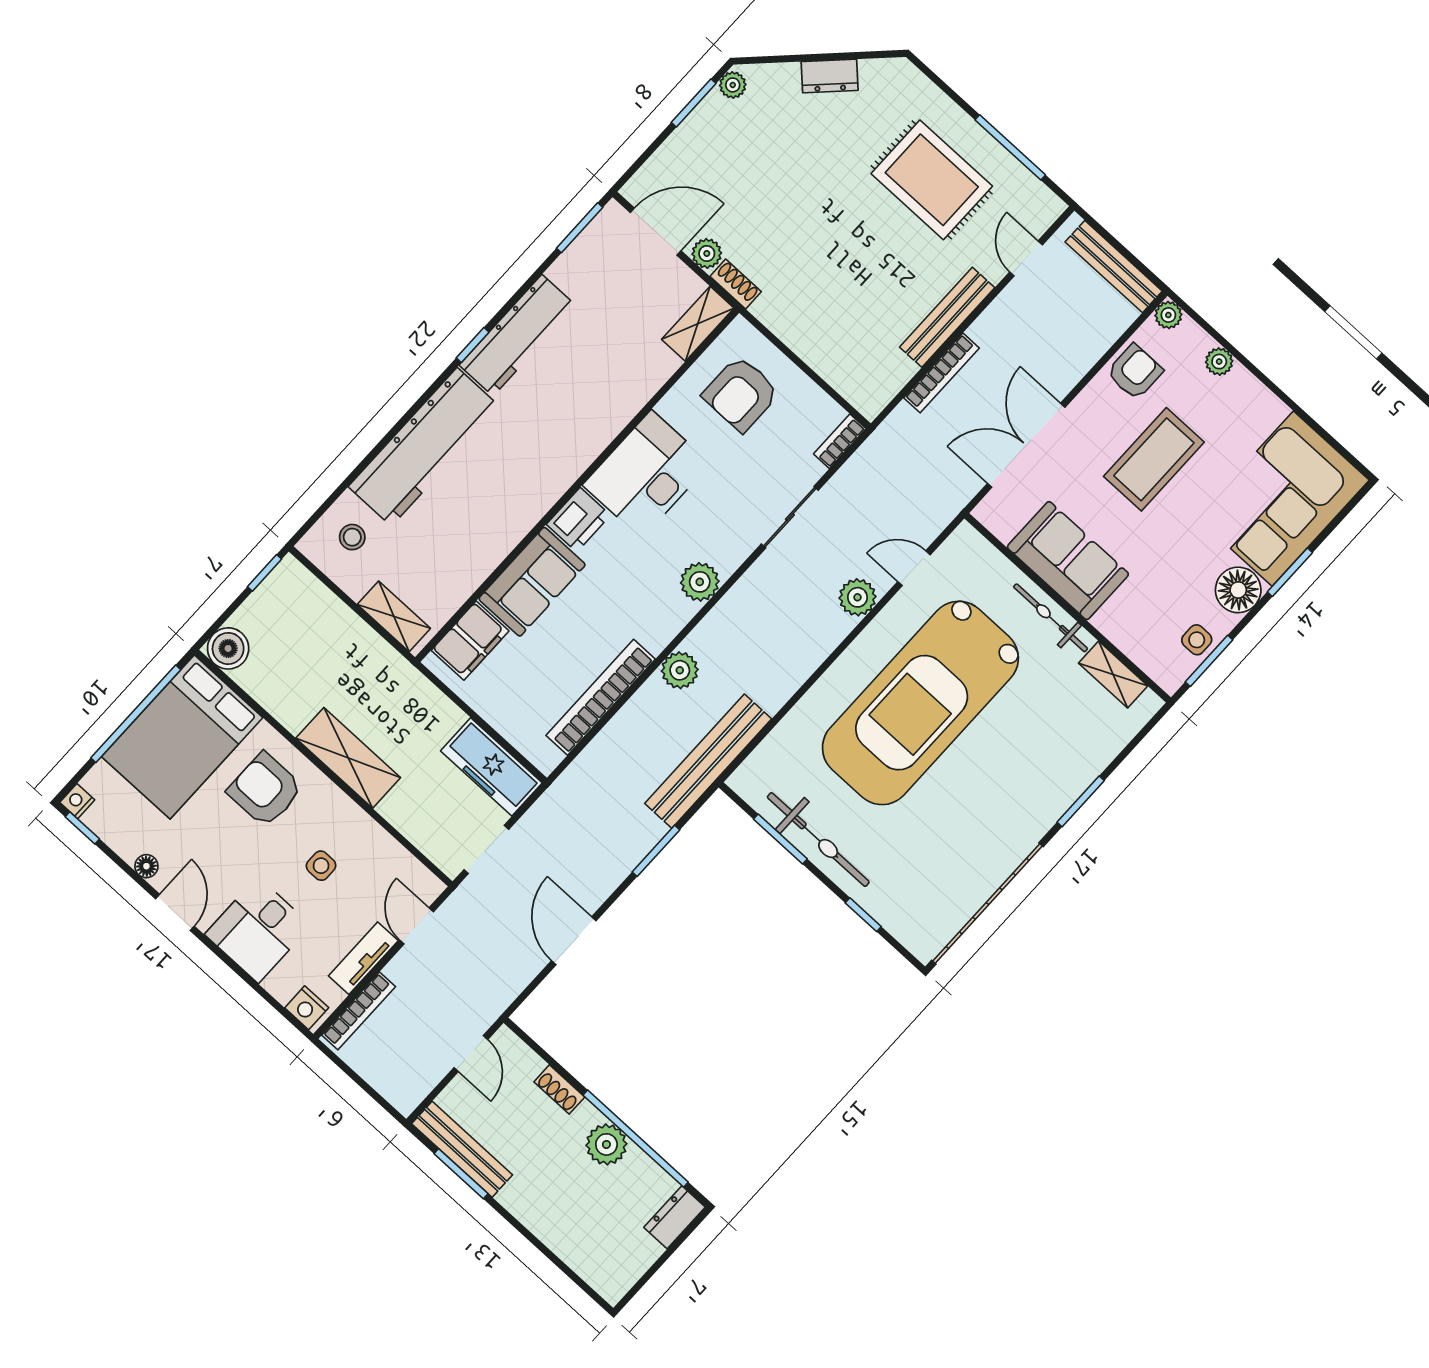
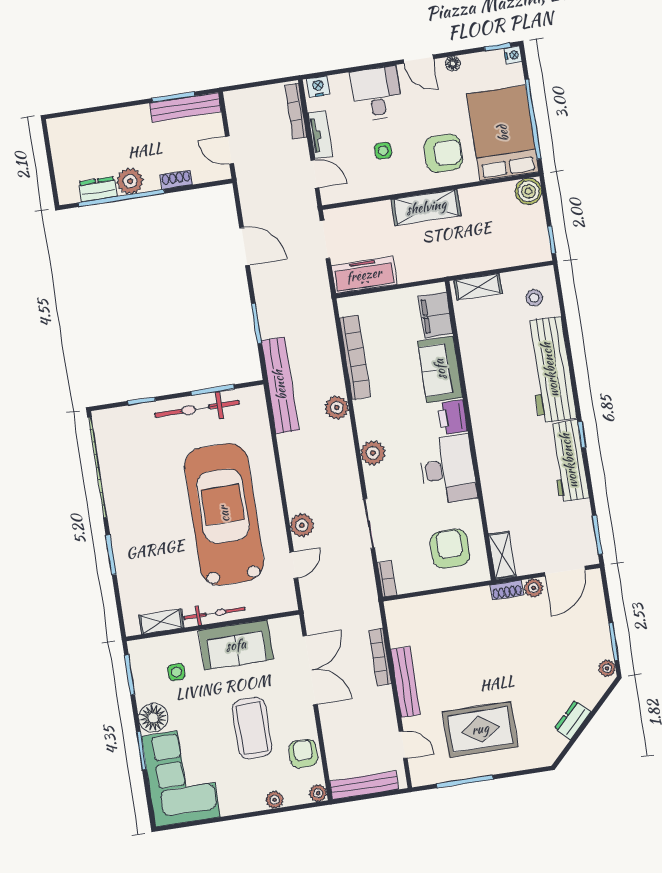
armchair: (1135, 372) -> (303, 754), turned 180
side table: (1197, 640) -> (176, 672), moved
dresser: (675, 1217) -> (98, 189), moved, turned -90

